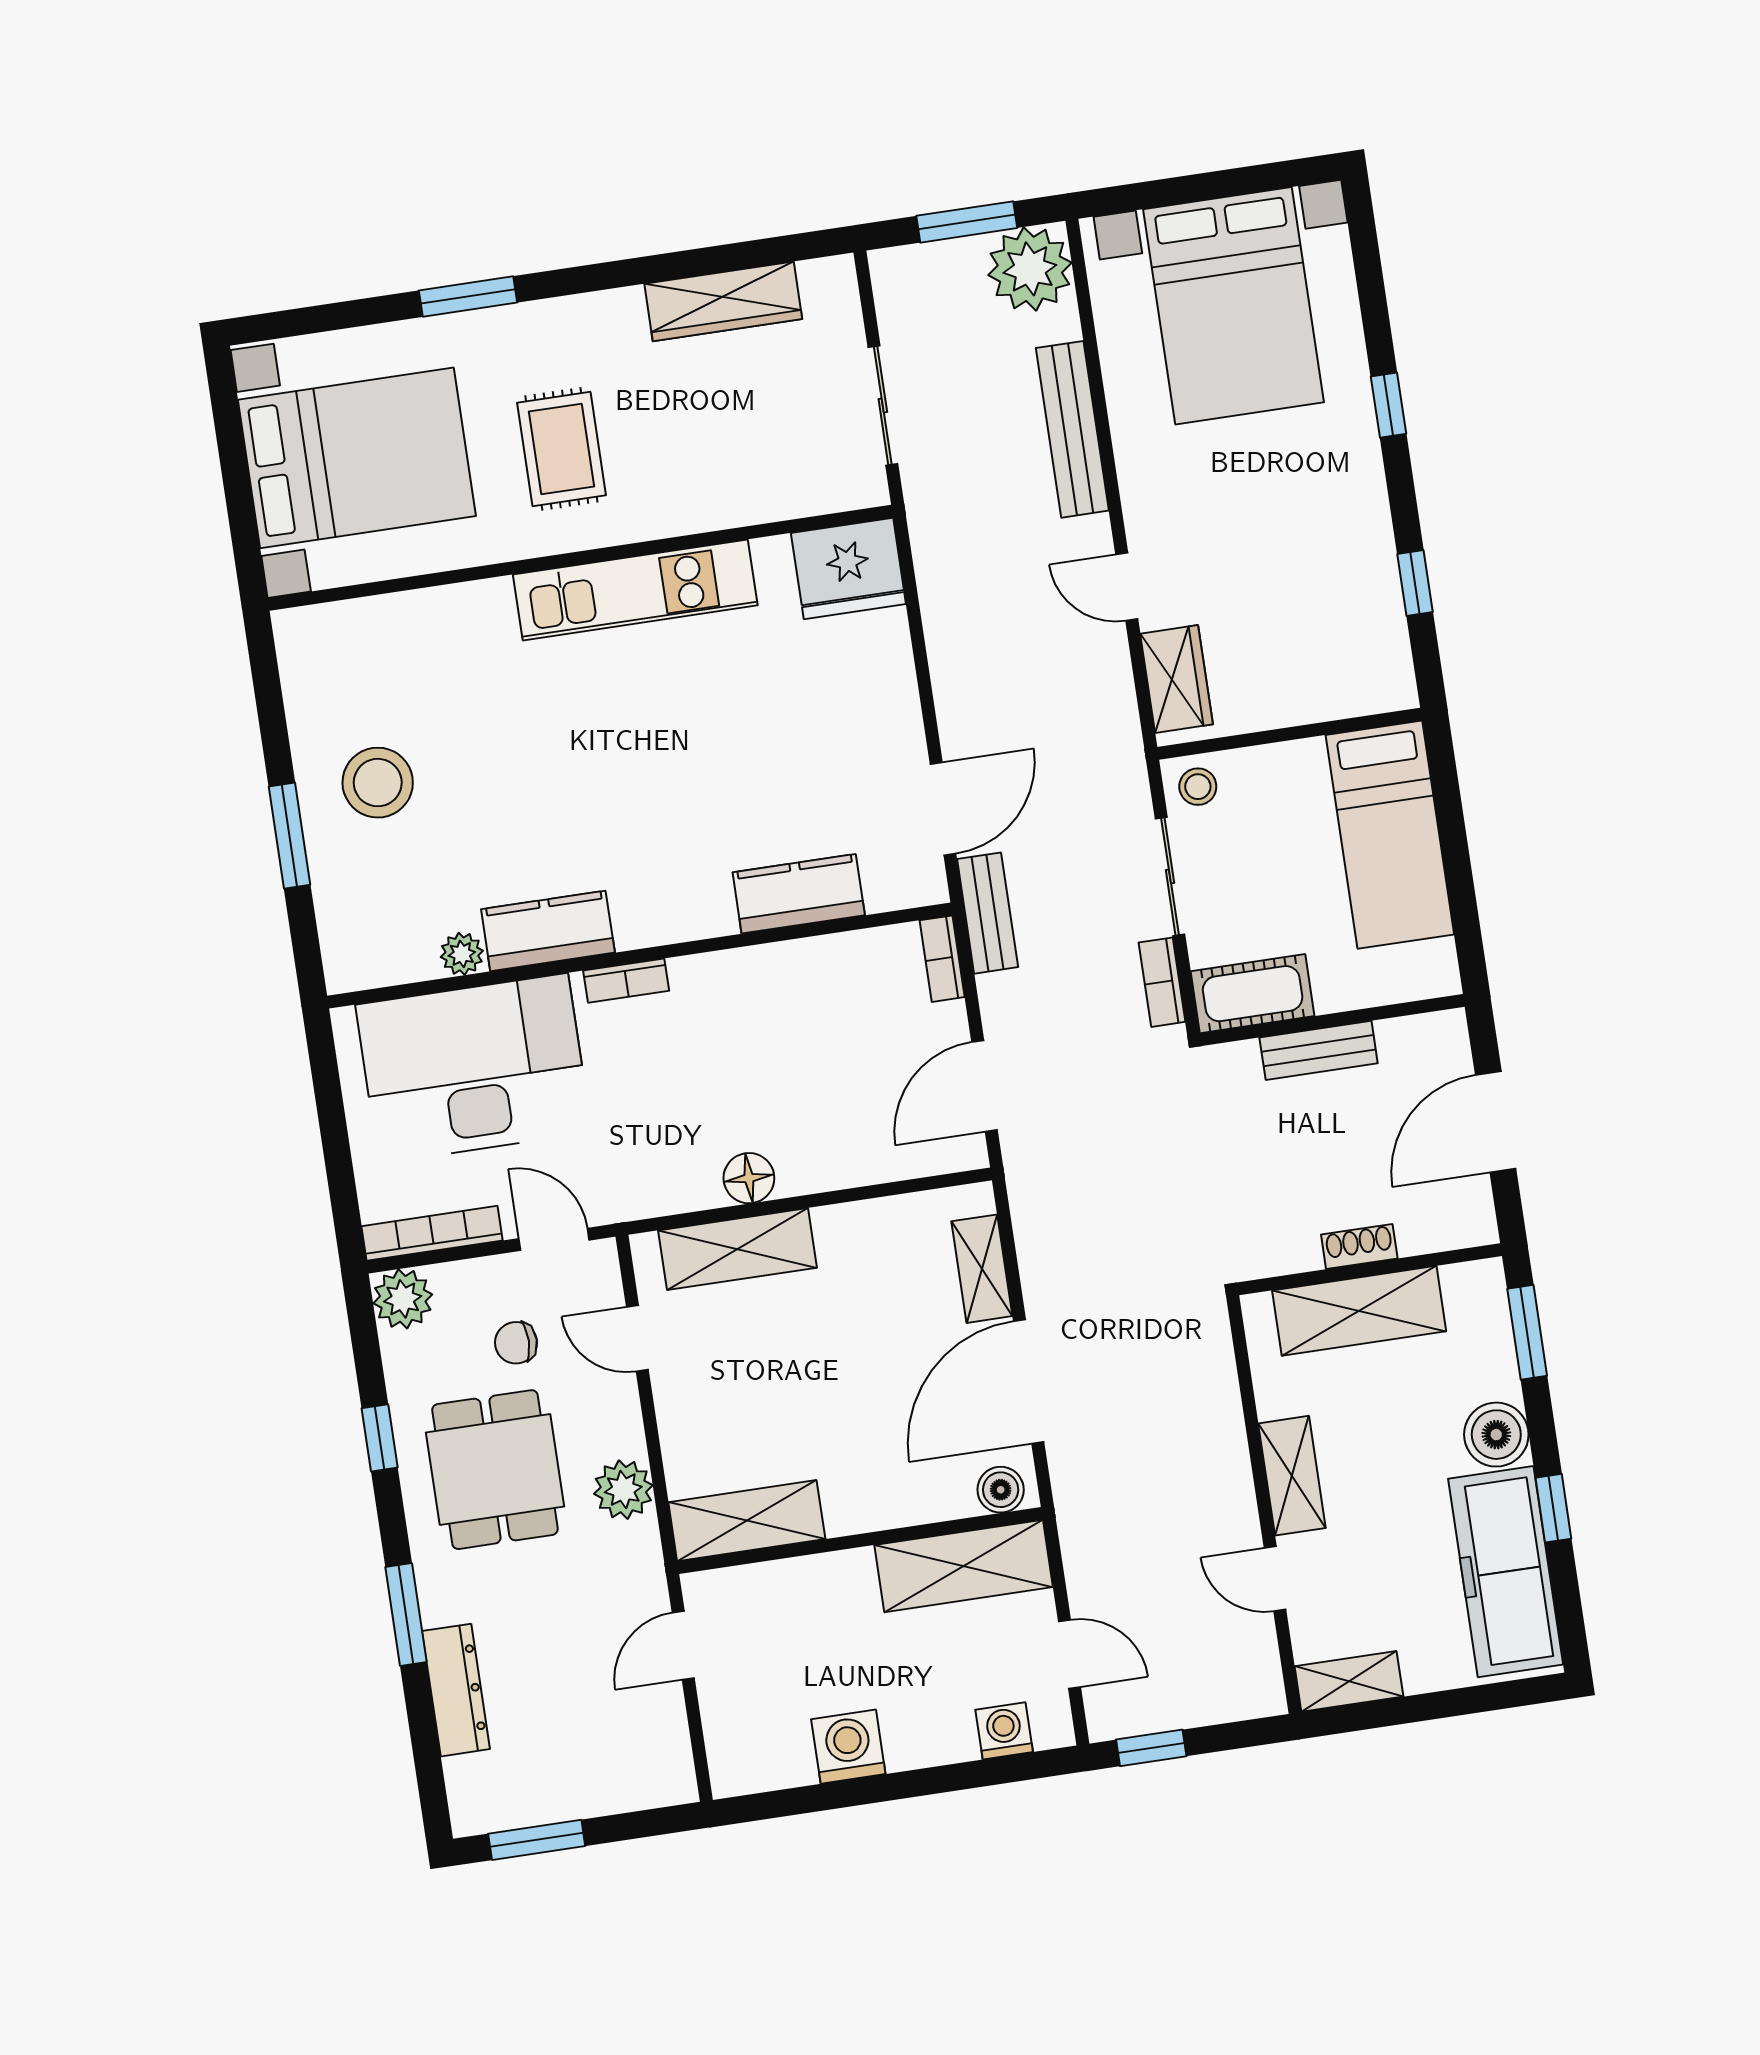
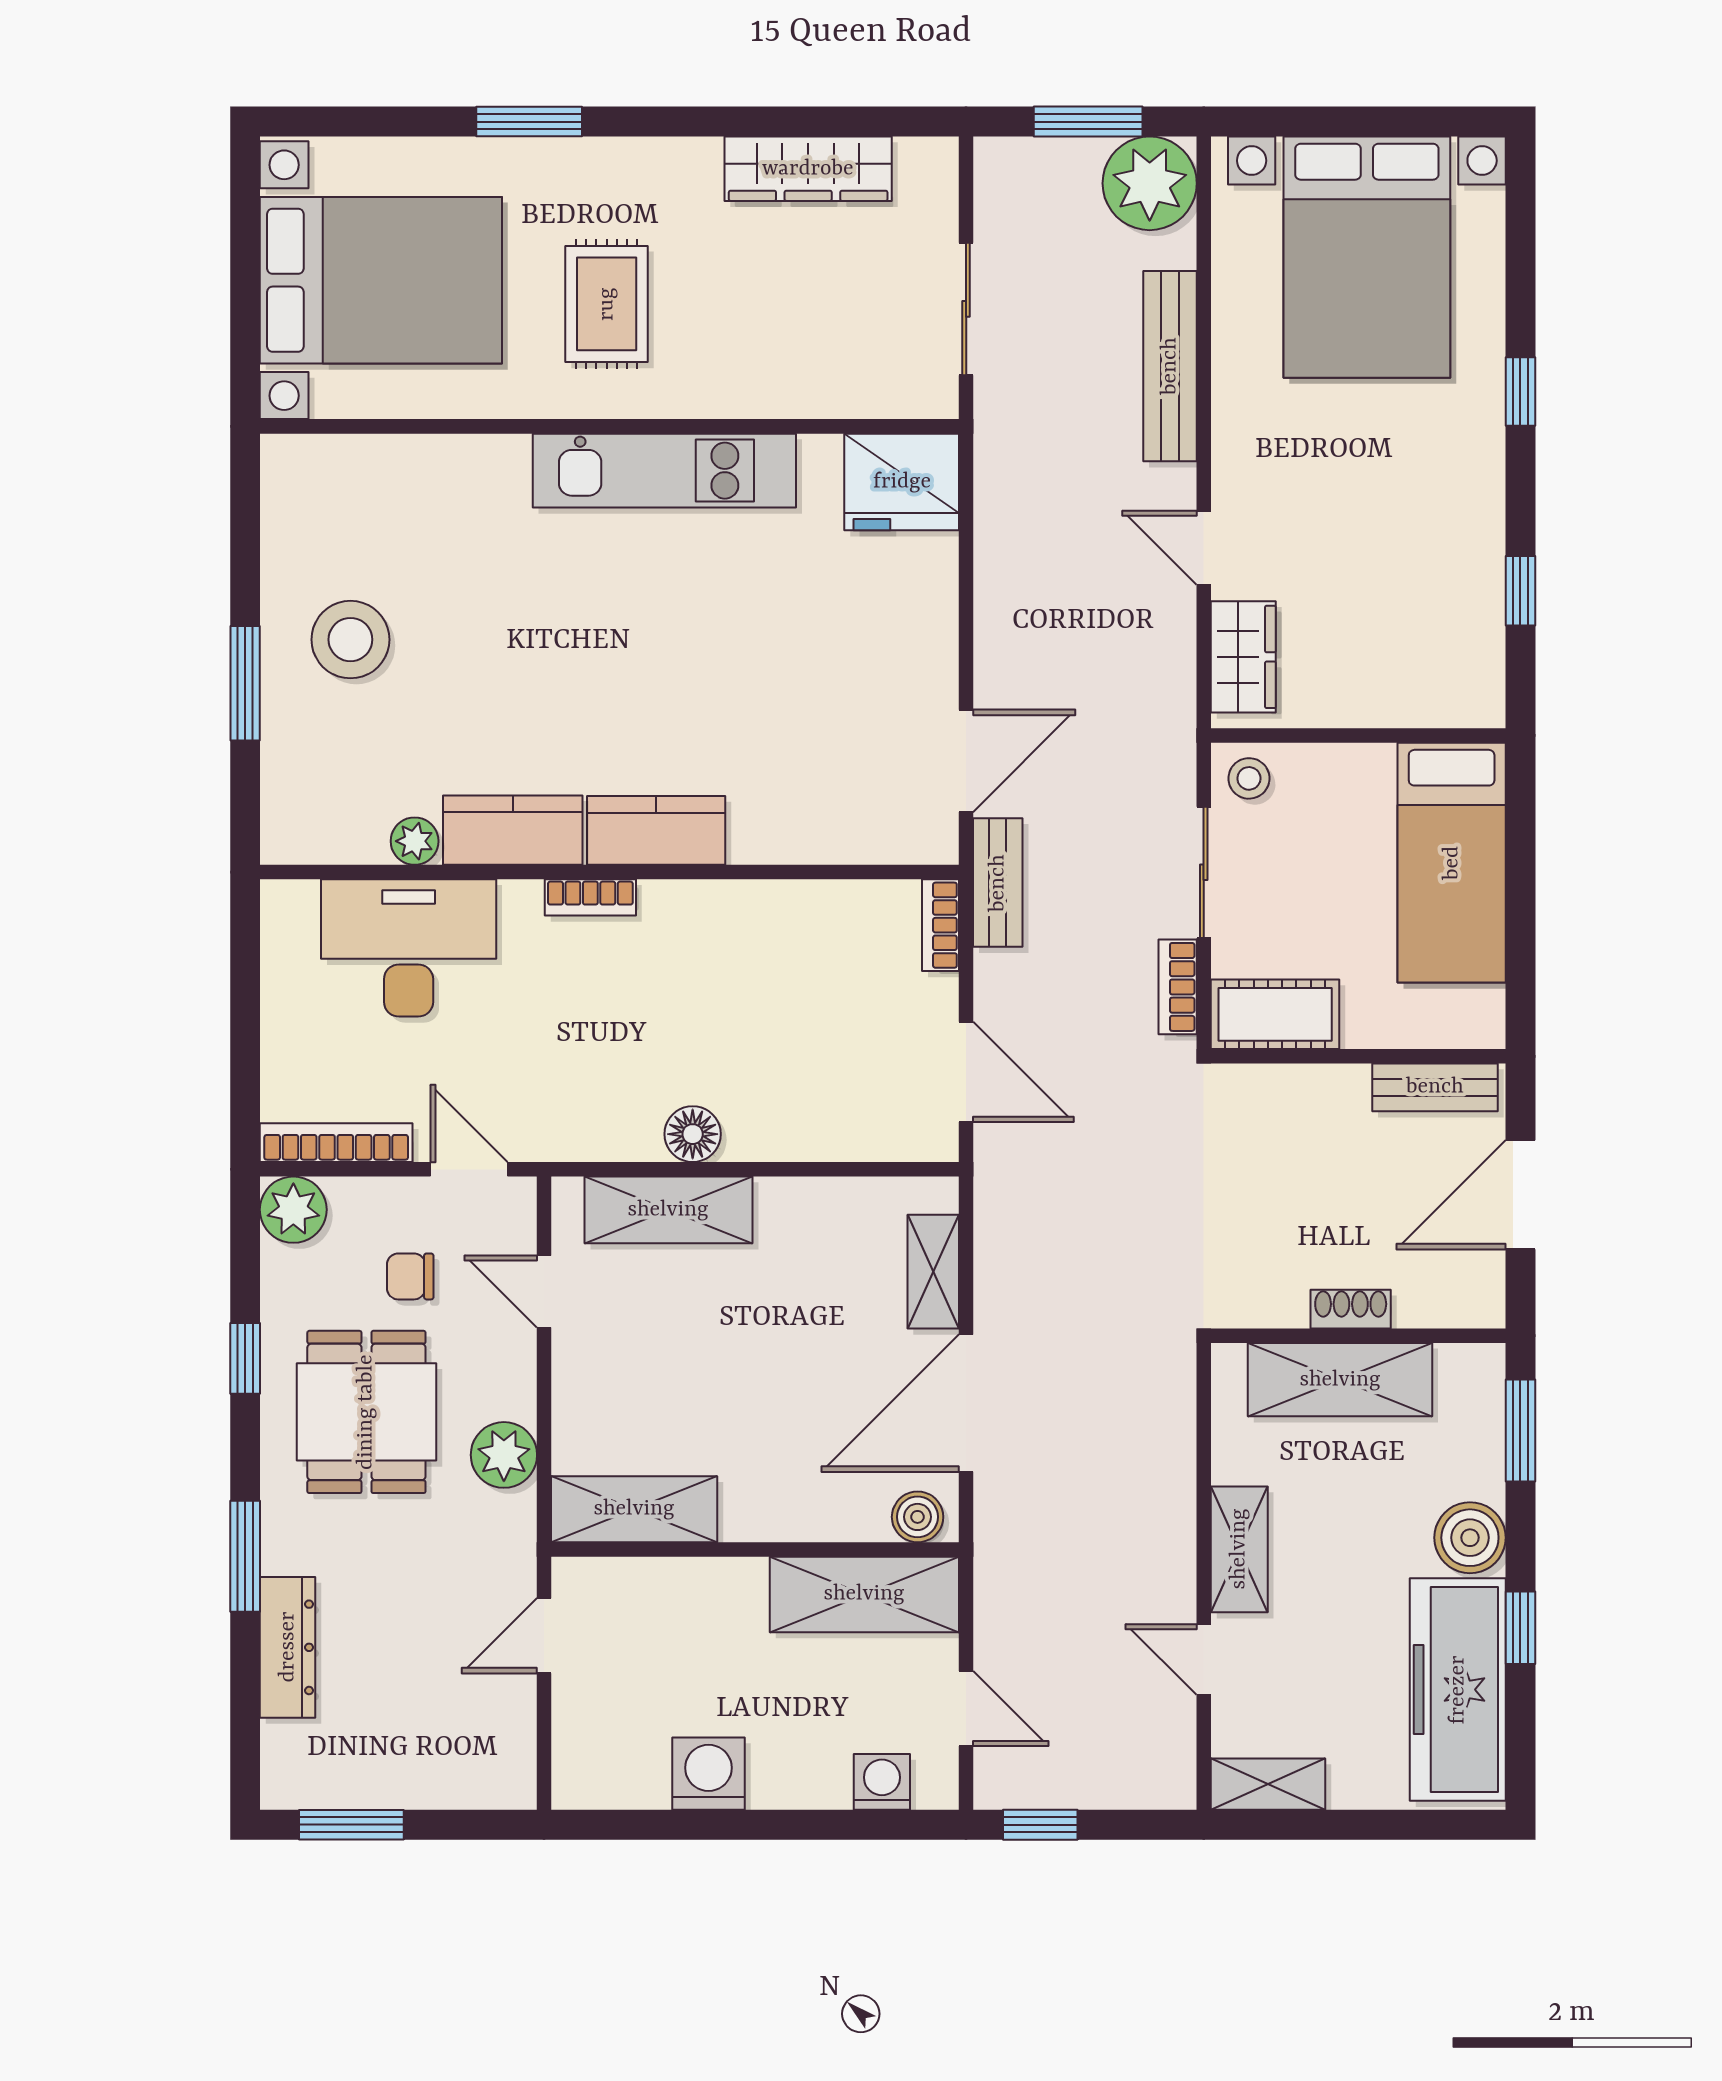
kitchen counter: (799, 894) -> (656, 830), moved
bench: (1319, 1050) -> (1435, 1087), moved
desk: (473, 1068) -> (409, 948), width x0.73, depth x0.77
door: (985, 1086) -> (966, 1072), swing flipped

